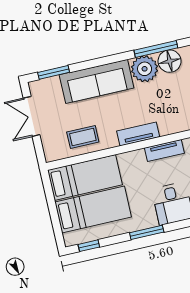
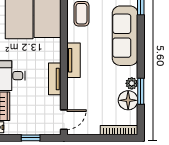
window: (156, 49) -> (141, 91), width x0.69
plant: (145, 69) -> (132, 83), width x0.53, depth x0.53

